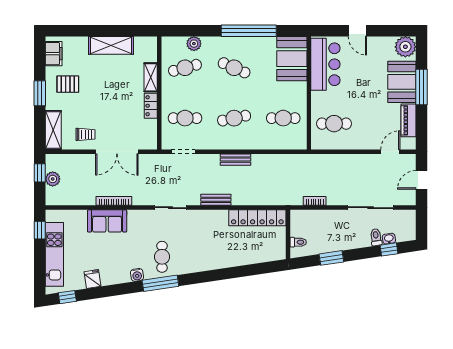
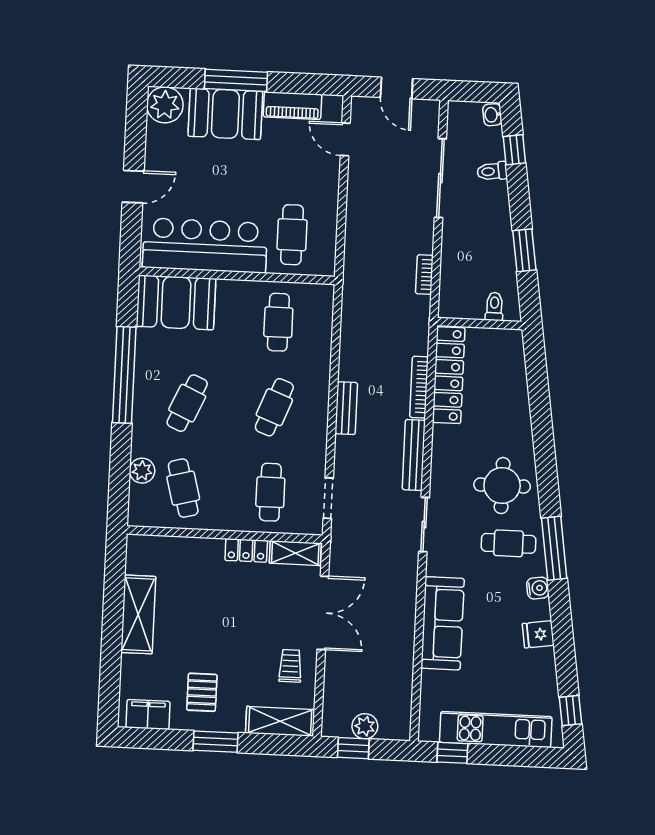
bar counter: (325, 64) -> (205, 245), width x1.36
shelving: (151, 77) -> (295, 553), moved
cafe table: (234, 118) -> (274, 407), turned 33
bench: (216, 200) -> (414, 455), width x1.36
bookcase: (114, 201) -> (419, 387), moved
sofa: (107, 221) -> (443, 623), width x1.36
washbasin: (389, 239) -> (492, 115), moved
round table: (195, 252) -> (502, 486), added
fridge: (92, 279) -> (538, 634), moved

